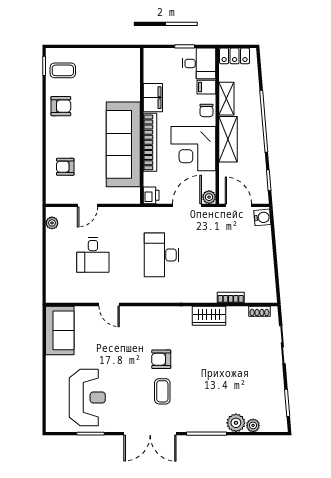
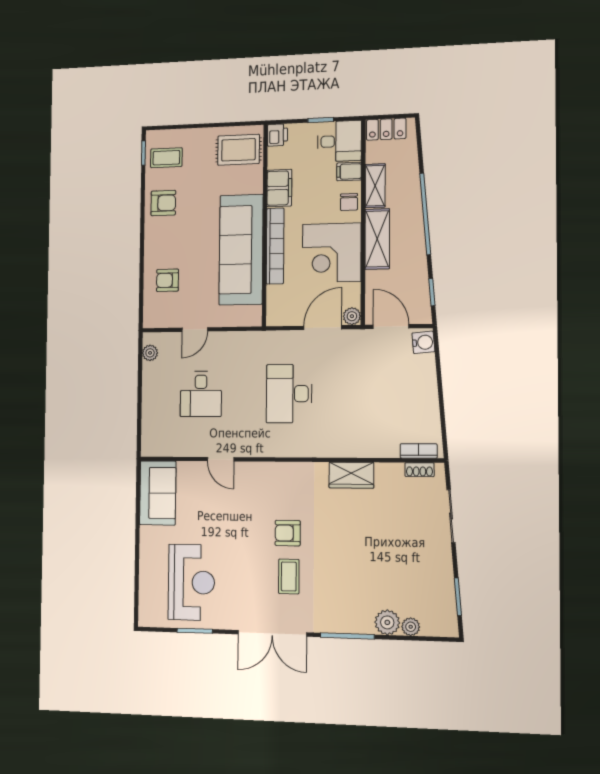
rug: (121, 67) -> (239, 150), added
printer: (151, 195) -> (277, 135), moved
bookcase: (231, 298) -> (419, 451), moved

